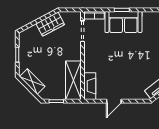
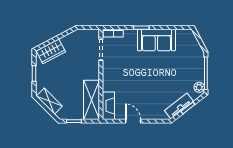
sofa: (123, 22) -> (156, 40), moved
wardrobe: (50, 24) -> (51, 51), moved
door: (114, 101) -> (133, 121), swing flipped

